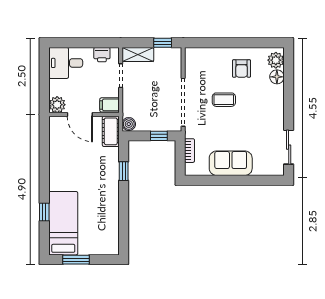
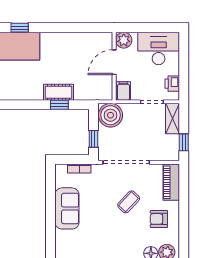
piano: (204, 56) -> (171, 182), added
desk: (66, 63) -> (159, 48), width x1.37
coffee table: (224, 100) -> (129, 202), turned 43
boiler: (129, 124) -> (110, 115), width x1.86, depth x1.86
cot: (111, 131) -> (58, 92), moved

